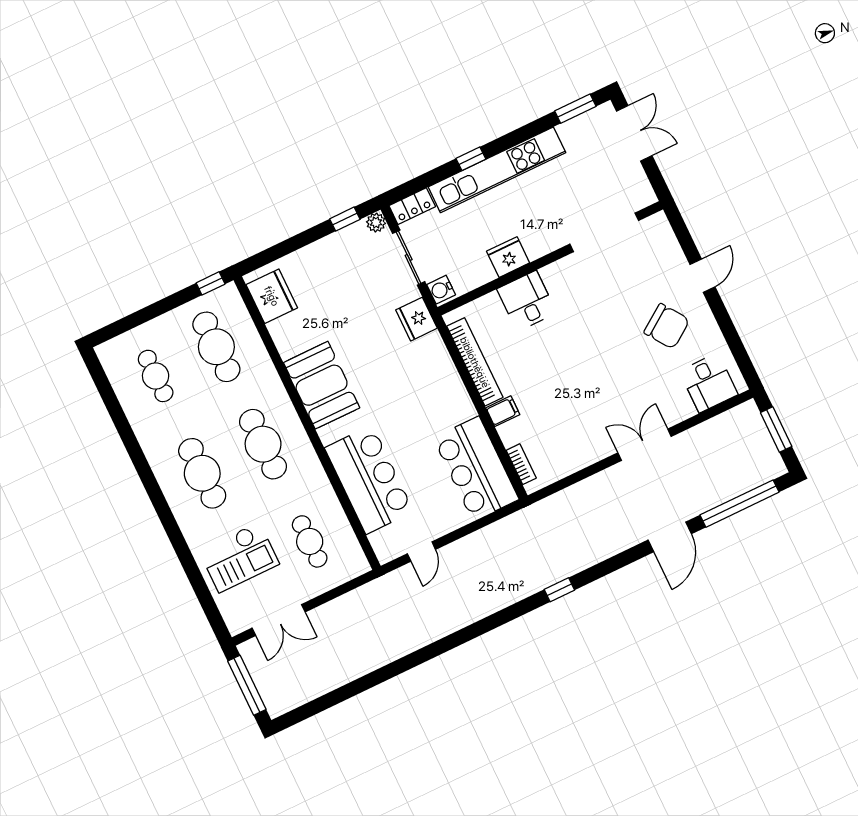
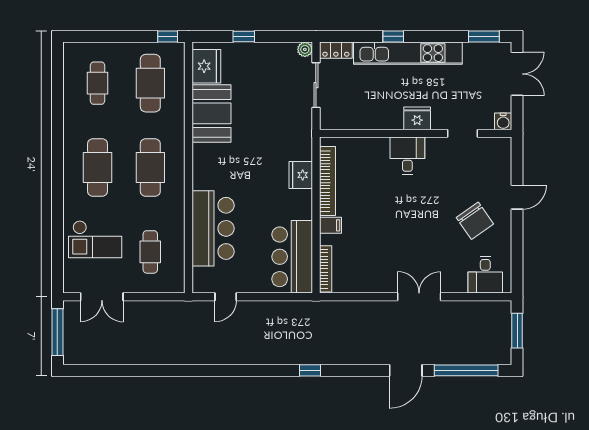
window: (345, 219) -> (244, 36), moved
doorway: (604, 232) -> (463, 133), width x0.53
fridge: (508, 257) -> (417, 118), moved
water cooler: (441, 290) -> (503, 121), moved, turned -90
desk: (527, 301) -> (407, 156), moved
fridge: (416, 319) -> (301, 175), moved
booth: (322, 385) -> (211, 113), moved
bookcase: (521, 464) -> (326, 269), width x1.56

